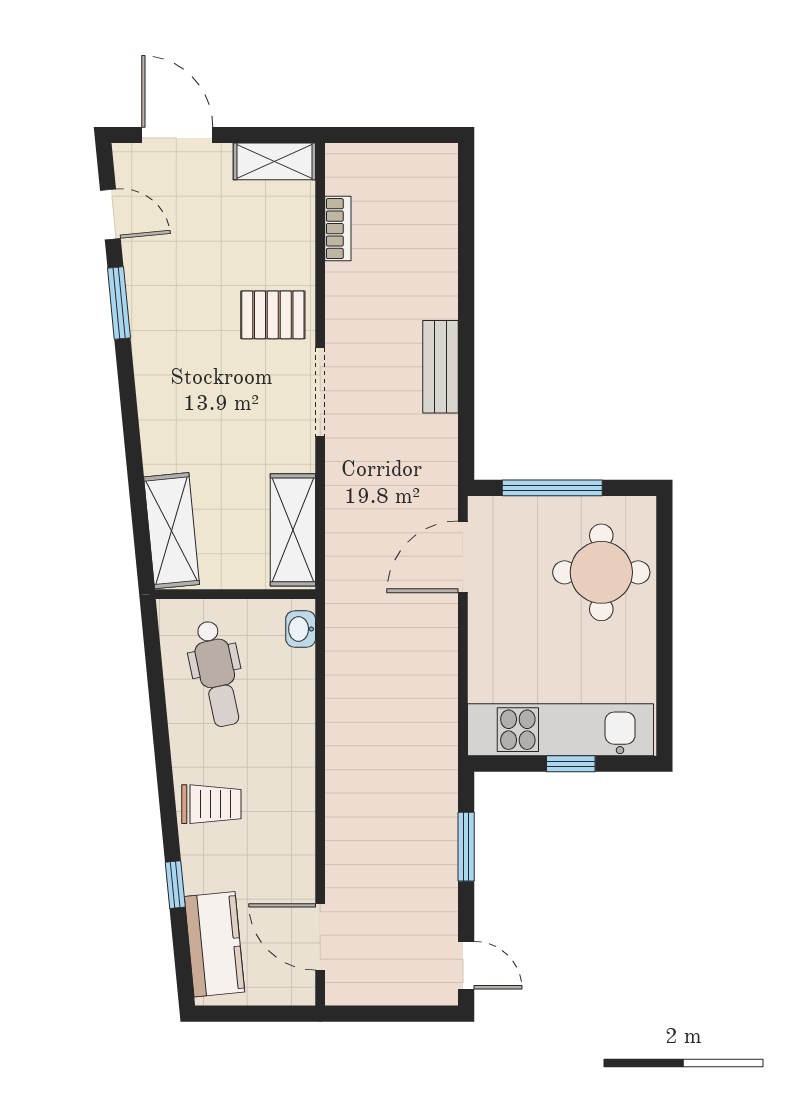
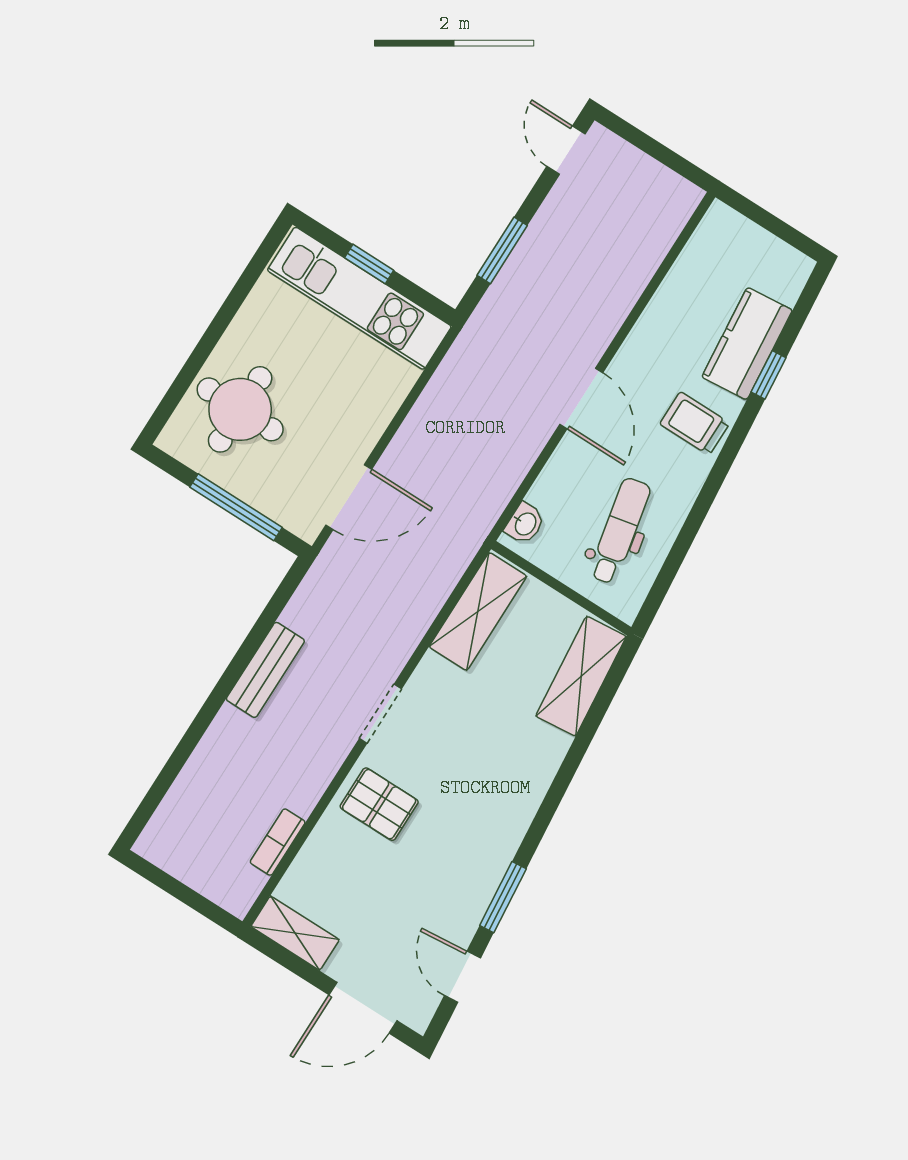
door: (177, 135) -> (363, 1008), hinge flipped
doorway: (320, 392) -> (380, 714), width x0.73
door: (320, 937) -> (581, 398), moved
kitchen counter: (215, 944) -> (747, 344), moved

